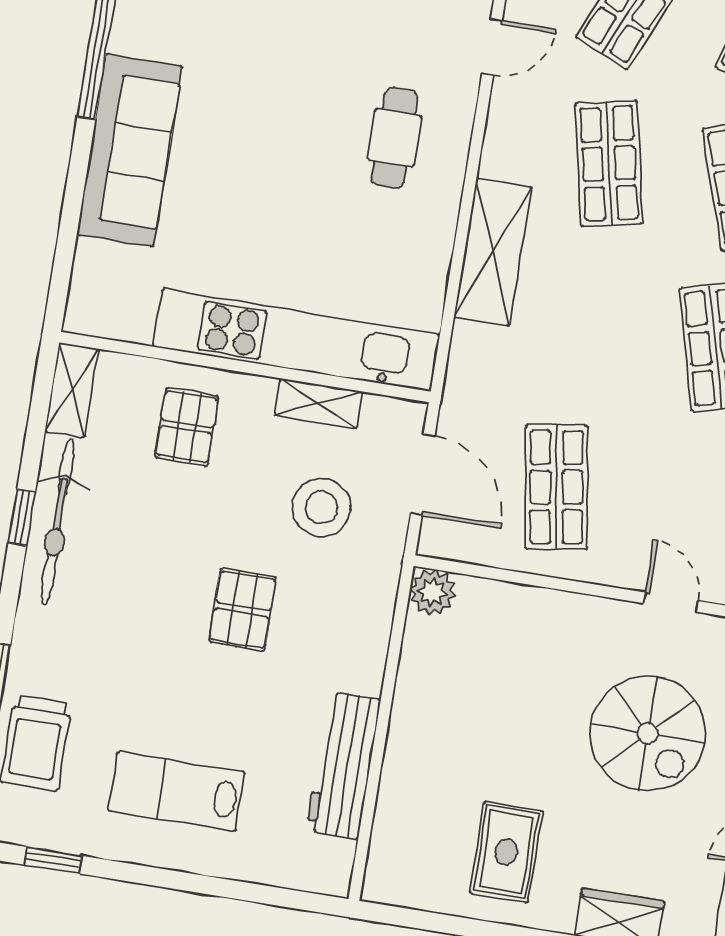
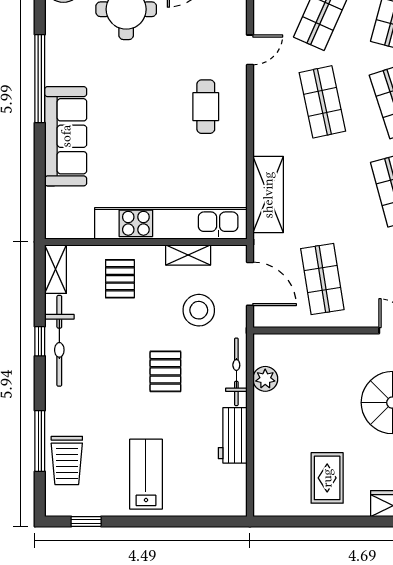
shelving: (493, 252) -> (268, 195), moved
plant: (432, 592) -> (265, 379), moved
bicycle: (372, 631) -> (236, 372), added
workbench: (343, 765) -> (233, 435), width x0.73
lab bench: (177, 791) -> (146, 474), turned 90

